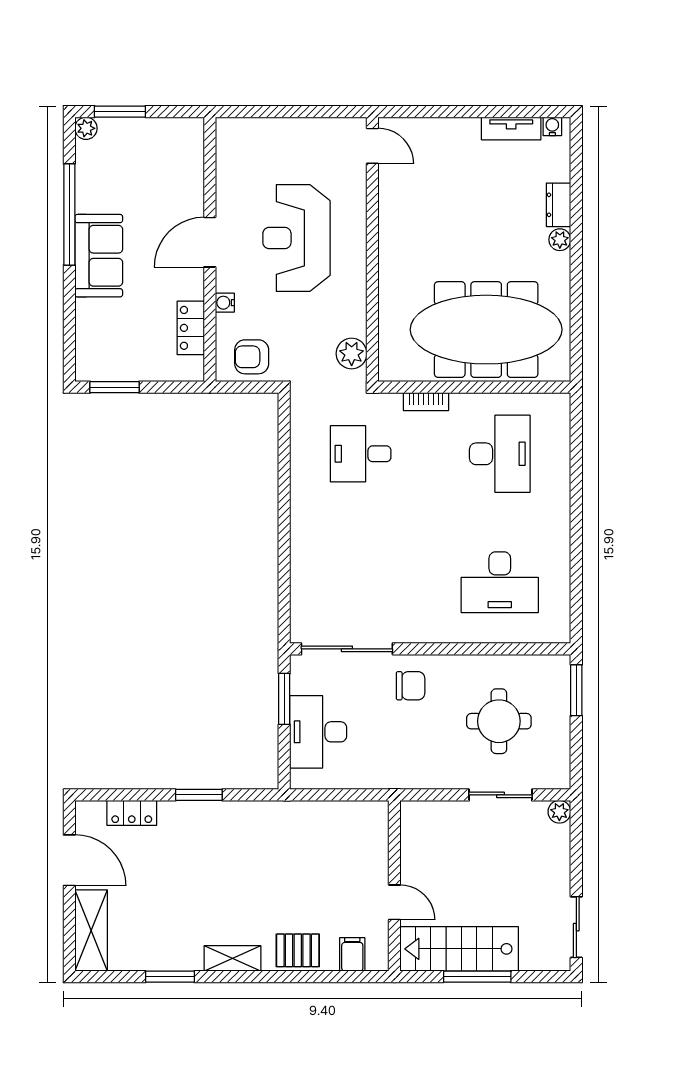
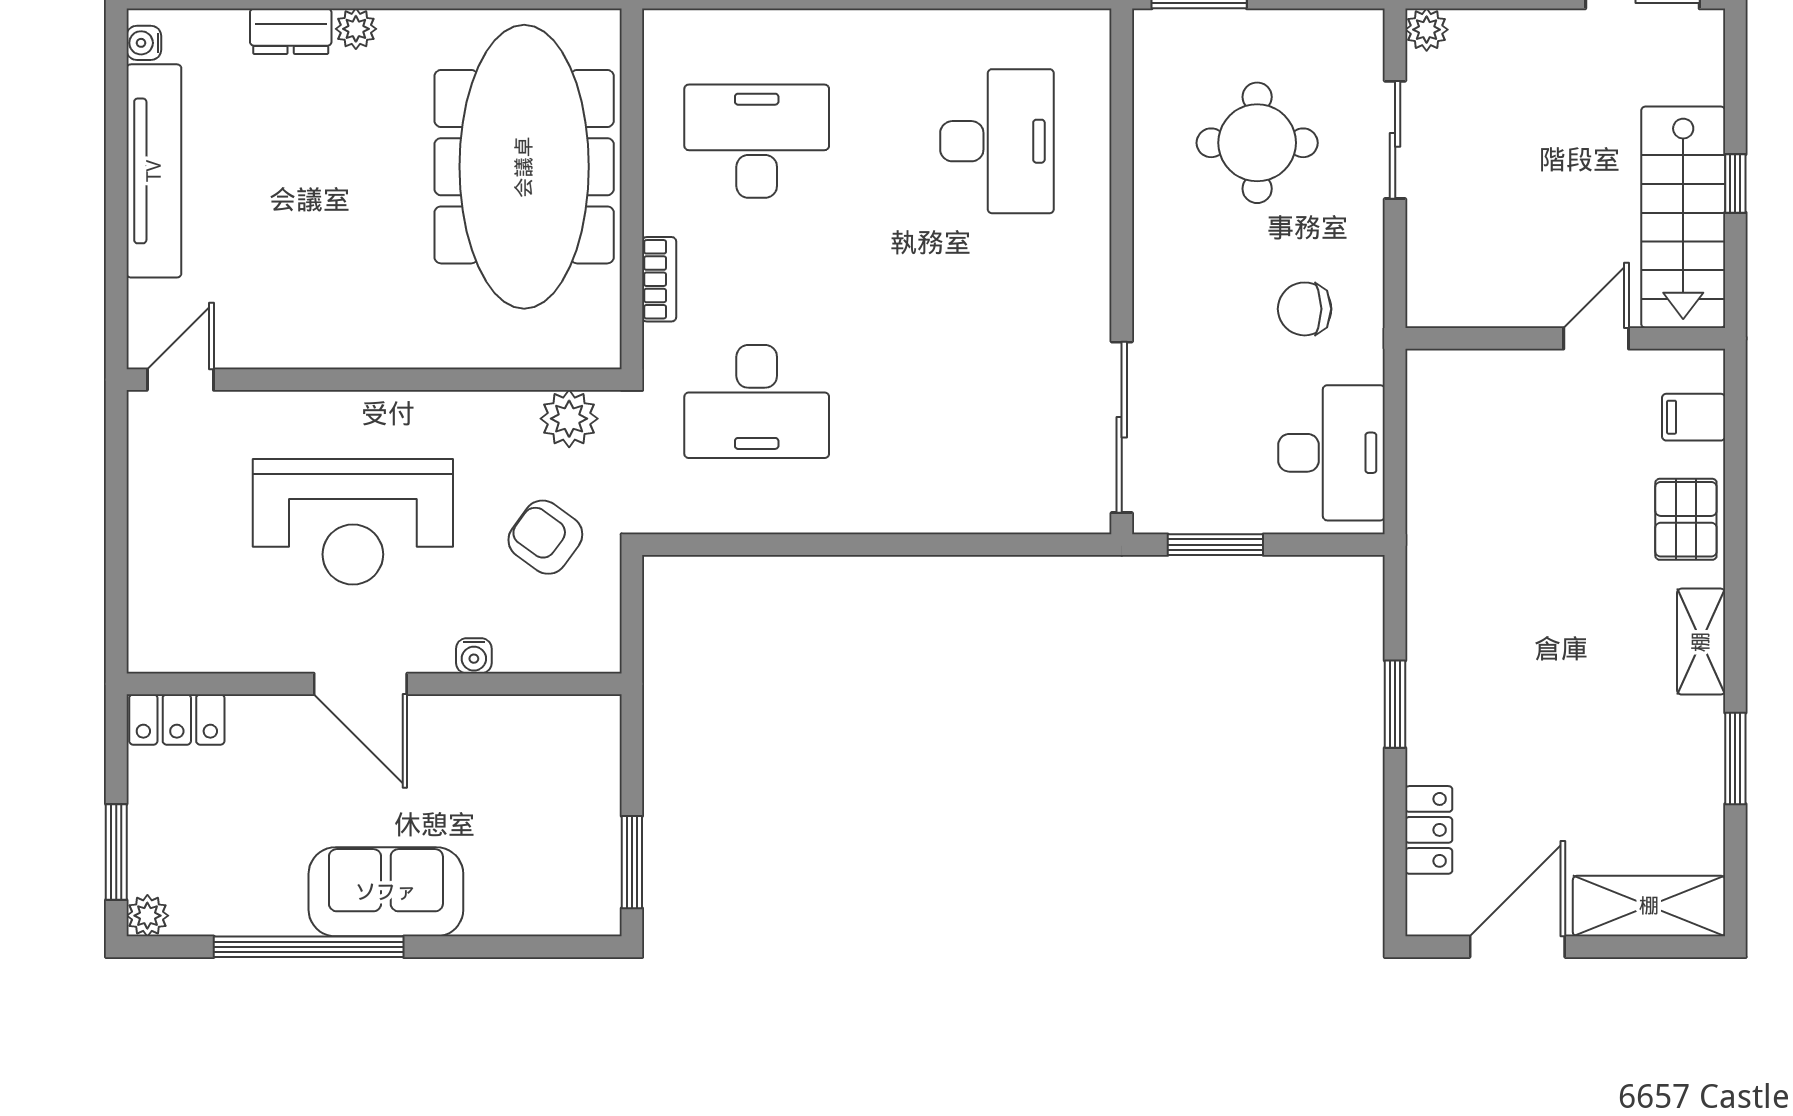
tv unit: (511, 128) -> (154, 171), width x1.92, depth x1.29
locker: (191, 328) -> (177, 720), moved
armchair: (252, 357) -> (545, 537), moved, turned 126
desk: (361, 454) -> (757, 401), width x1.37
chair: (411, 686) -> (1305, 309), moved, turned -90
desk: (318, 732) -> (1331, 453), moved, turned -90
window: (477, 977) -> (1735, 183), width x0.46

